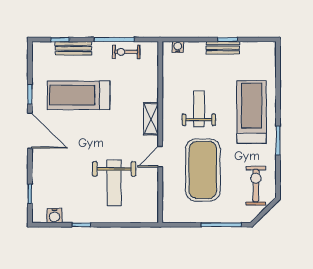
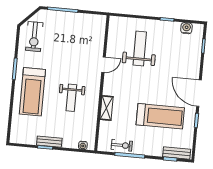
bench: (73, 48) -> (177, 153), moved
shelving: (151, 119) -> (107, 108), moved
exercise mat: (203, 170) -> (73, 52), removed

